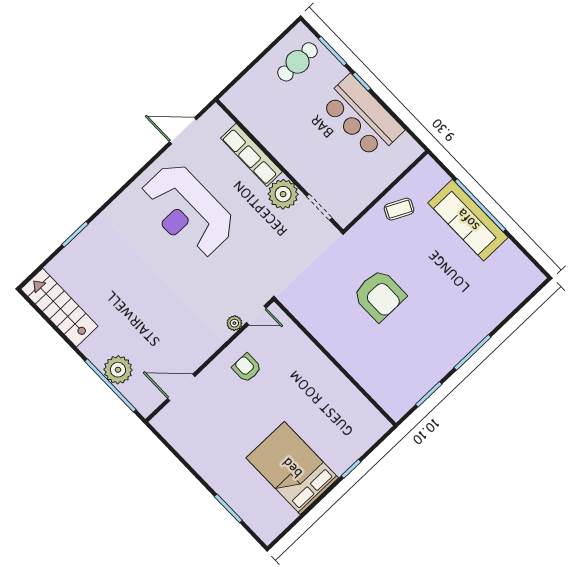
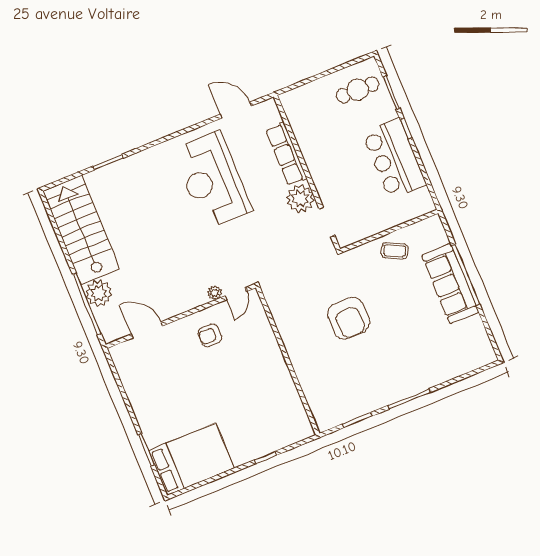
stairs: (59, 308) -> (81, 230), width x1.36, depth x1.51
door: (256, 315) -> (236, 294), hinge flipped
armchair: (247, 368) -> (210, 335), turned -90
bed: (292, 468) -> (191, 459), moved, turned 90

